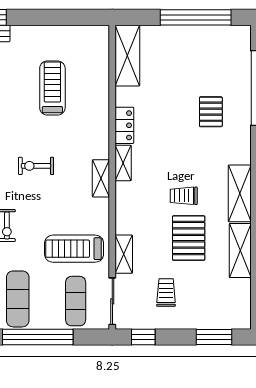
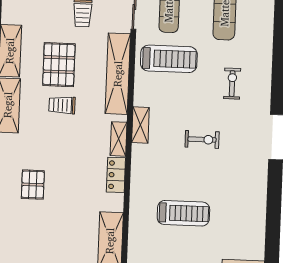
treadmill: (52, 88) -> (183, 213), turned -90
trolley: (184, 196) -> (62, 105), turned 180
shelving: (124, 254) -> (118, 74), width x2.20, depth x1.33

